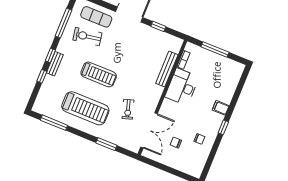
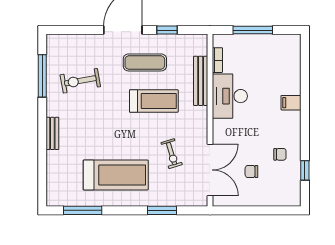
exercise mat: (96, 17) -> (145, 62), moved
window: (50, 55) -> (42, 125), removed
treadmill: (99, 74) -> (154, 101), moved
window: (42, 76) -> (42, 157), removed
window: (223, 127) -> (305, 170), moved

